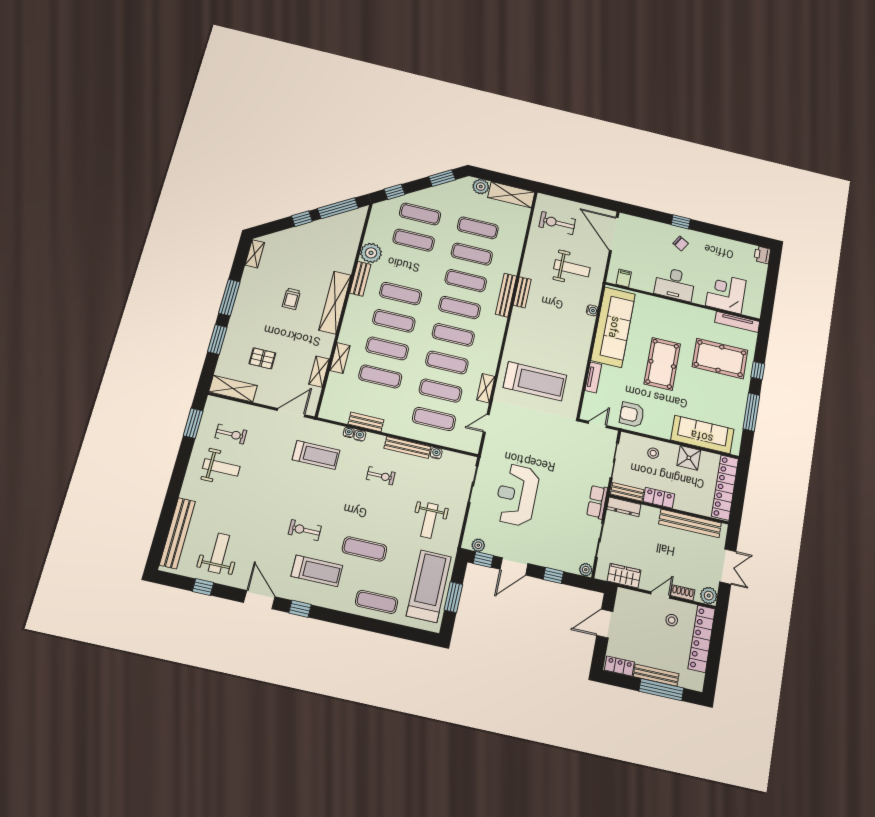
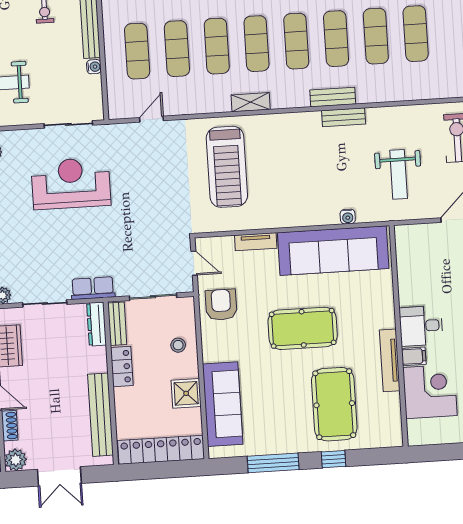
filing cabinet: (624, 278) -> (414, 356), moved
desk: (675, 284) -> (421, 326), width x0.73
bench: (506, 295) -> (333, 97), width x0.73
tv unit: (737, 322) -> (390, 360), moved
shelving: (486, 388) -> (251, 102), moved
door: (486, 423) -> (152, 119), hinge flipped

